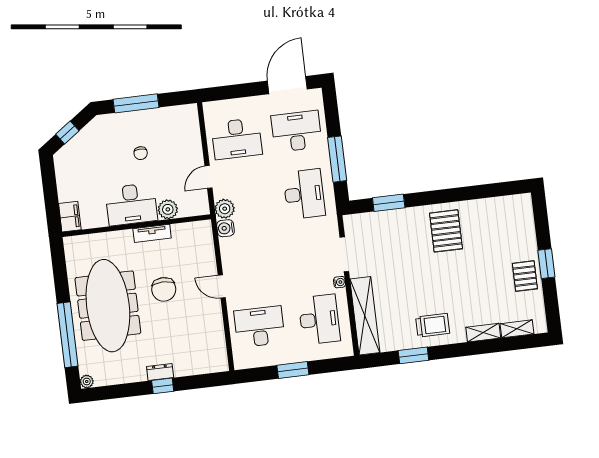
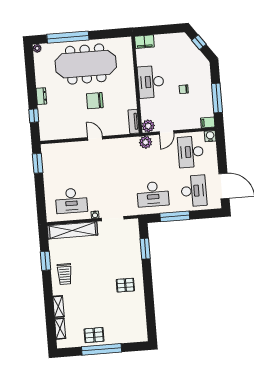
window: (136, 103) -> (217, 98), moved
filing cabinet: (190, 114) -> (208, 122), added
door: (208, 177) -> (167, 133), swing flipped
plant: (168, 209) -> (148, 126), moved
water cooler: (226, 228) -> (210, 136), moved
pallet: (446, 231) -> (125, 285), width x0.67, depth x0.71
tv unit: (152, 233) -> (134, 121), moved
window: (546, 264) -> (102, 349), width x2.11
door: (222, 287) -> (95, 138), hinge flipped
desk: (259, 327) -> (68, 162), removed
window: (293, 370) -> (38, 163), moved
window: (163, 386) -> (34, 116), moved

